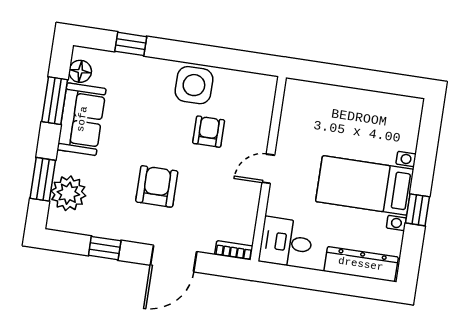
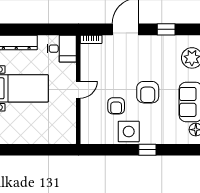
window: (131, 44) -> (147, 150), moved
armchair: (157, 186) -> (148, 92), moved

